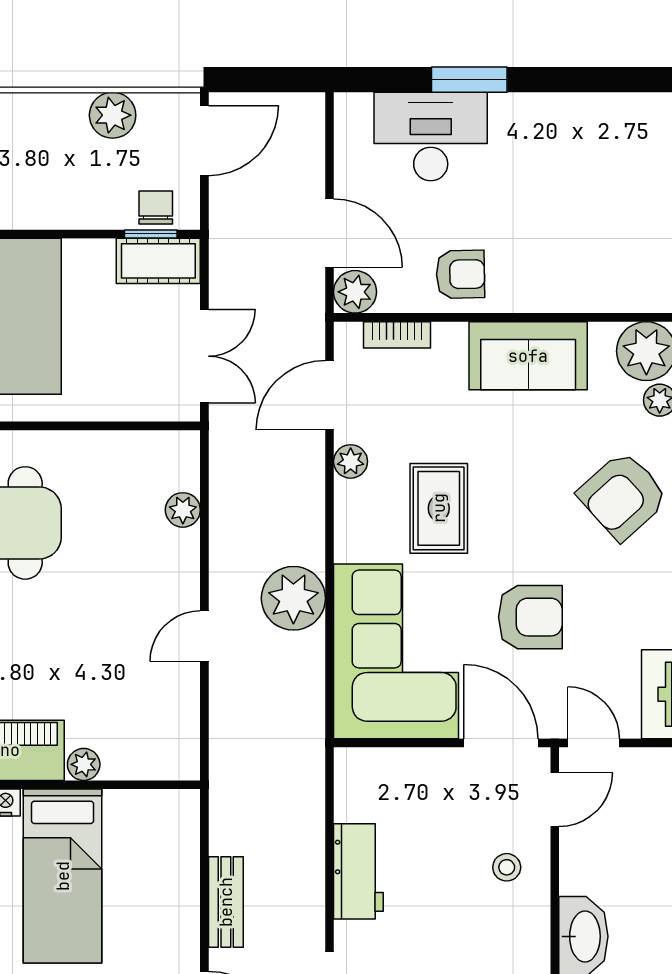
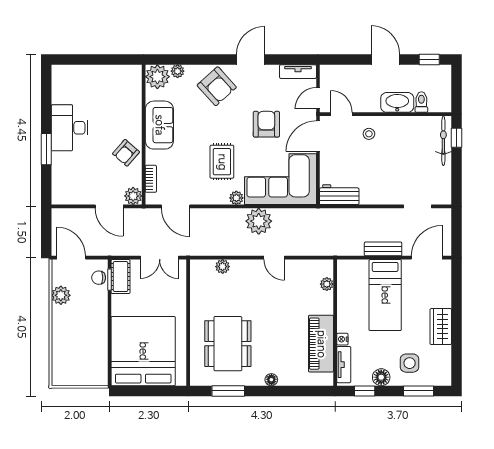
desk: (431, 136) -> (70, 128), moved
door: (330, 233) -> (109, 206), swing flipped
armchair: (460, 274) -> (126, 153), turned -138
double door: (204, 356) -> (160, 258), swing flipped
plant: (351, 461) -> (236, 198), moved
rug: (439, 508) -> (222, 162), turned 90
plant: (84, 764) -> (327, 284), moved
workbench: (358, 871) -> (339, 195), moved
bed: (63, 876) -> (385, 295), moved, turned 90

